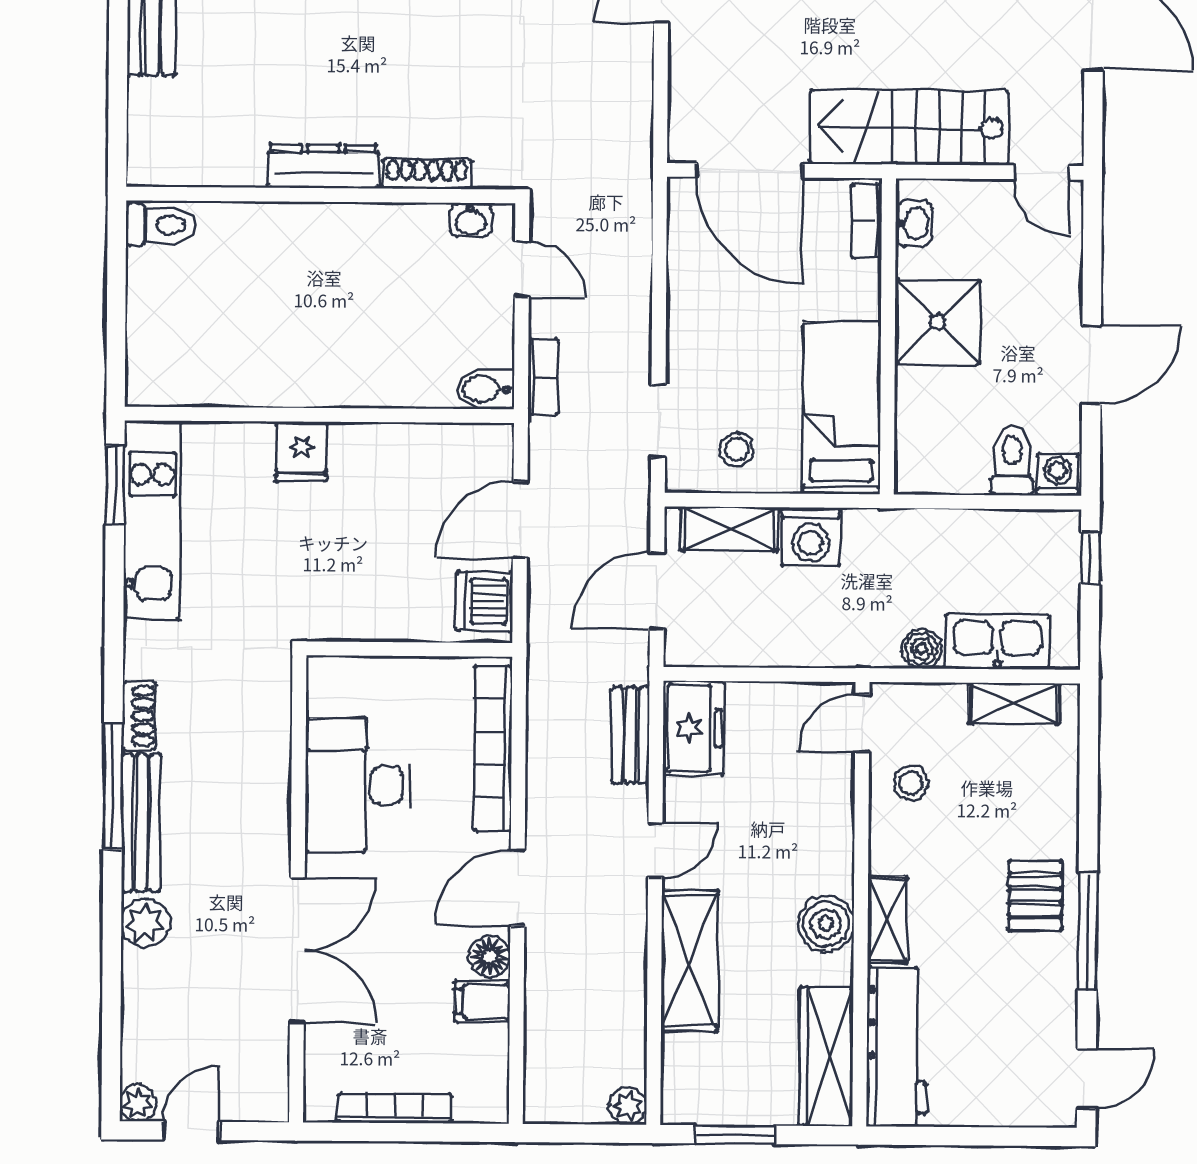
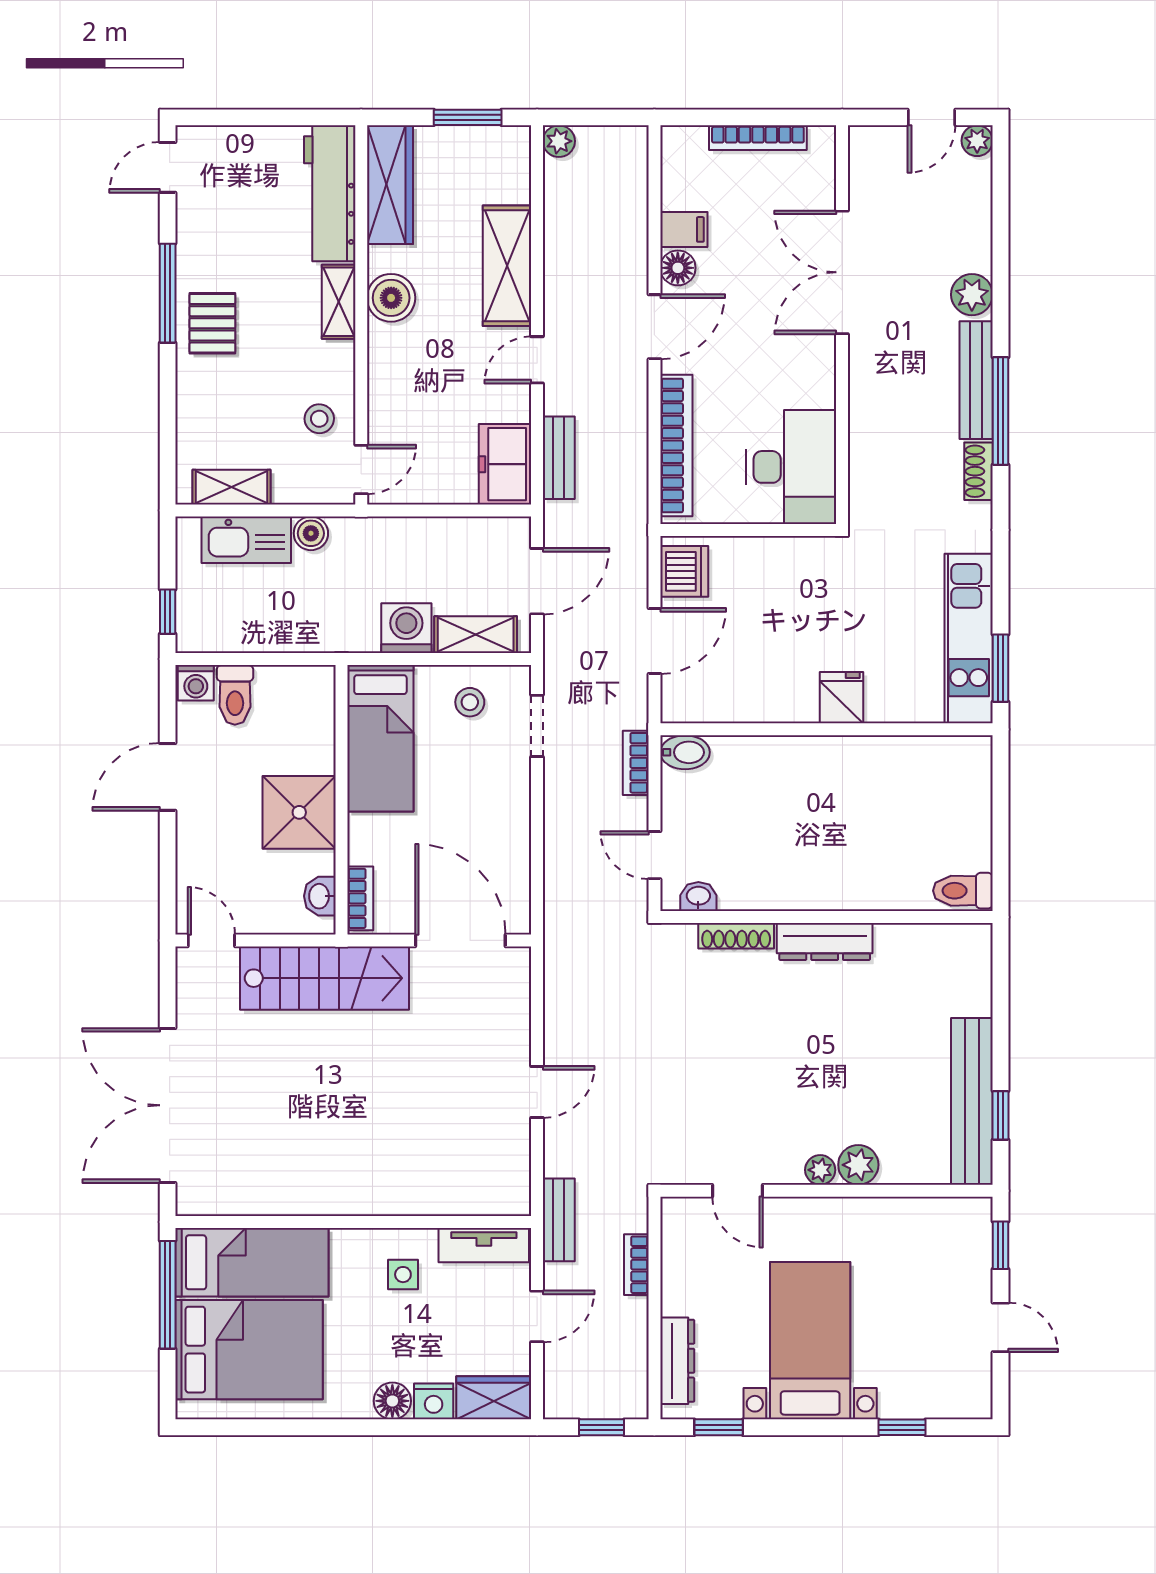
desk: (358, 785) -> (791, 467), moved

